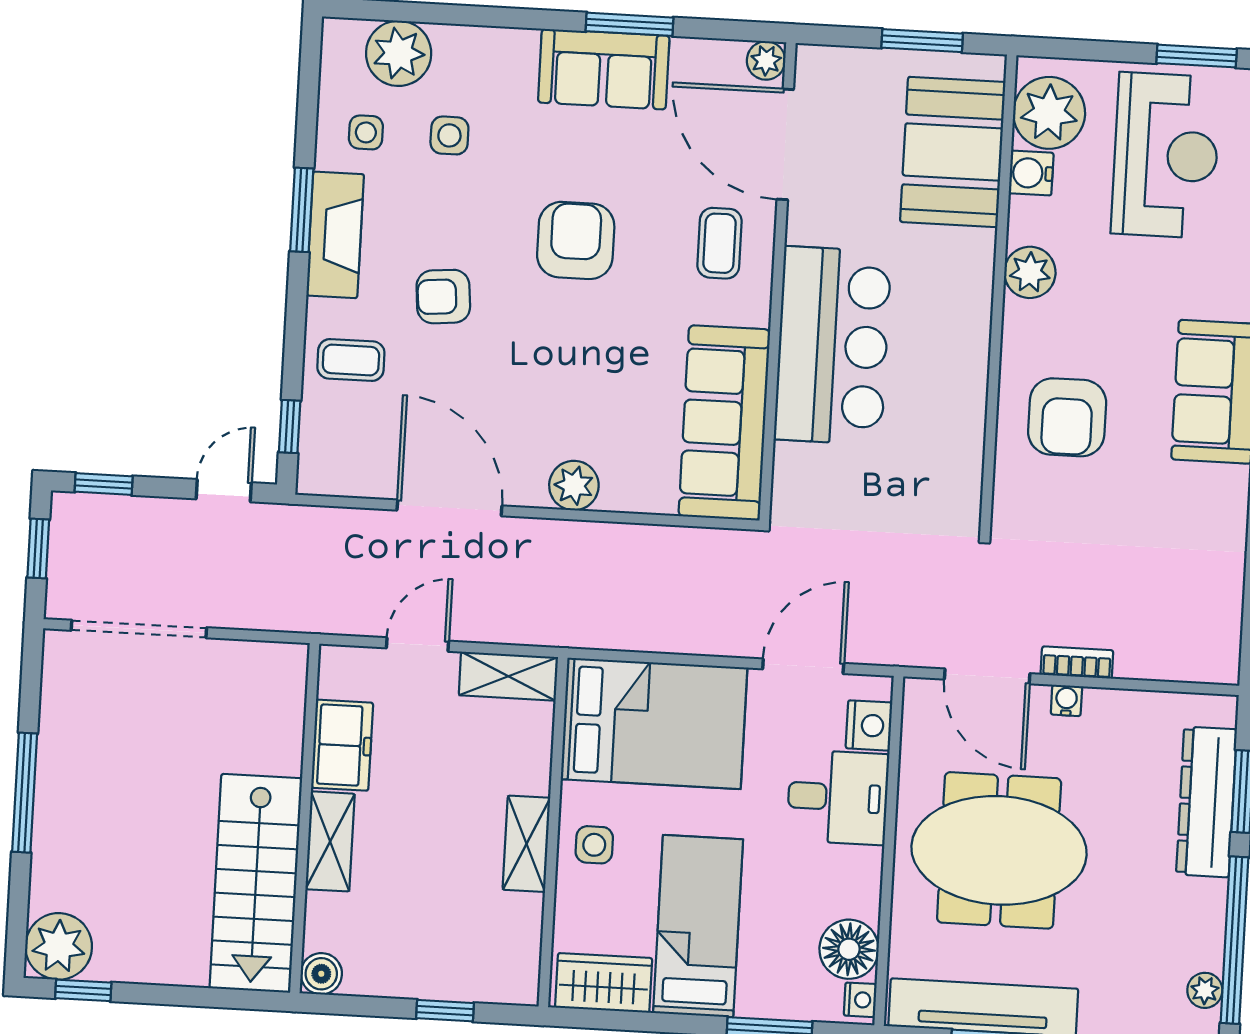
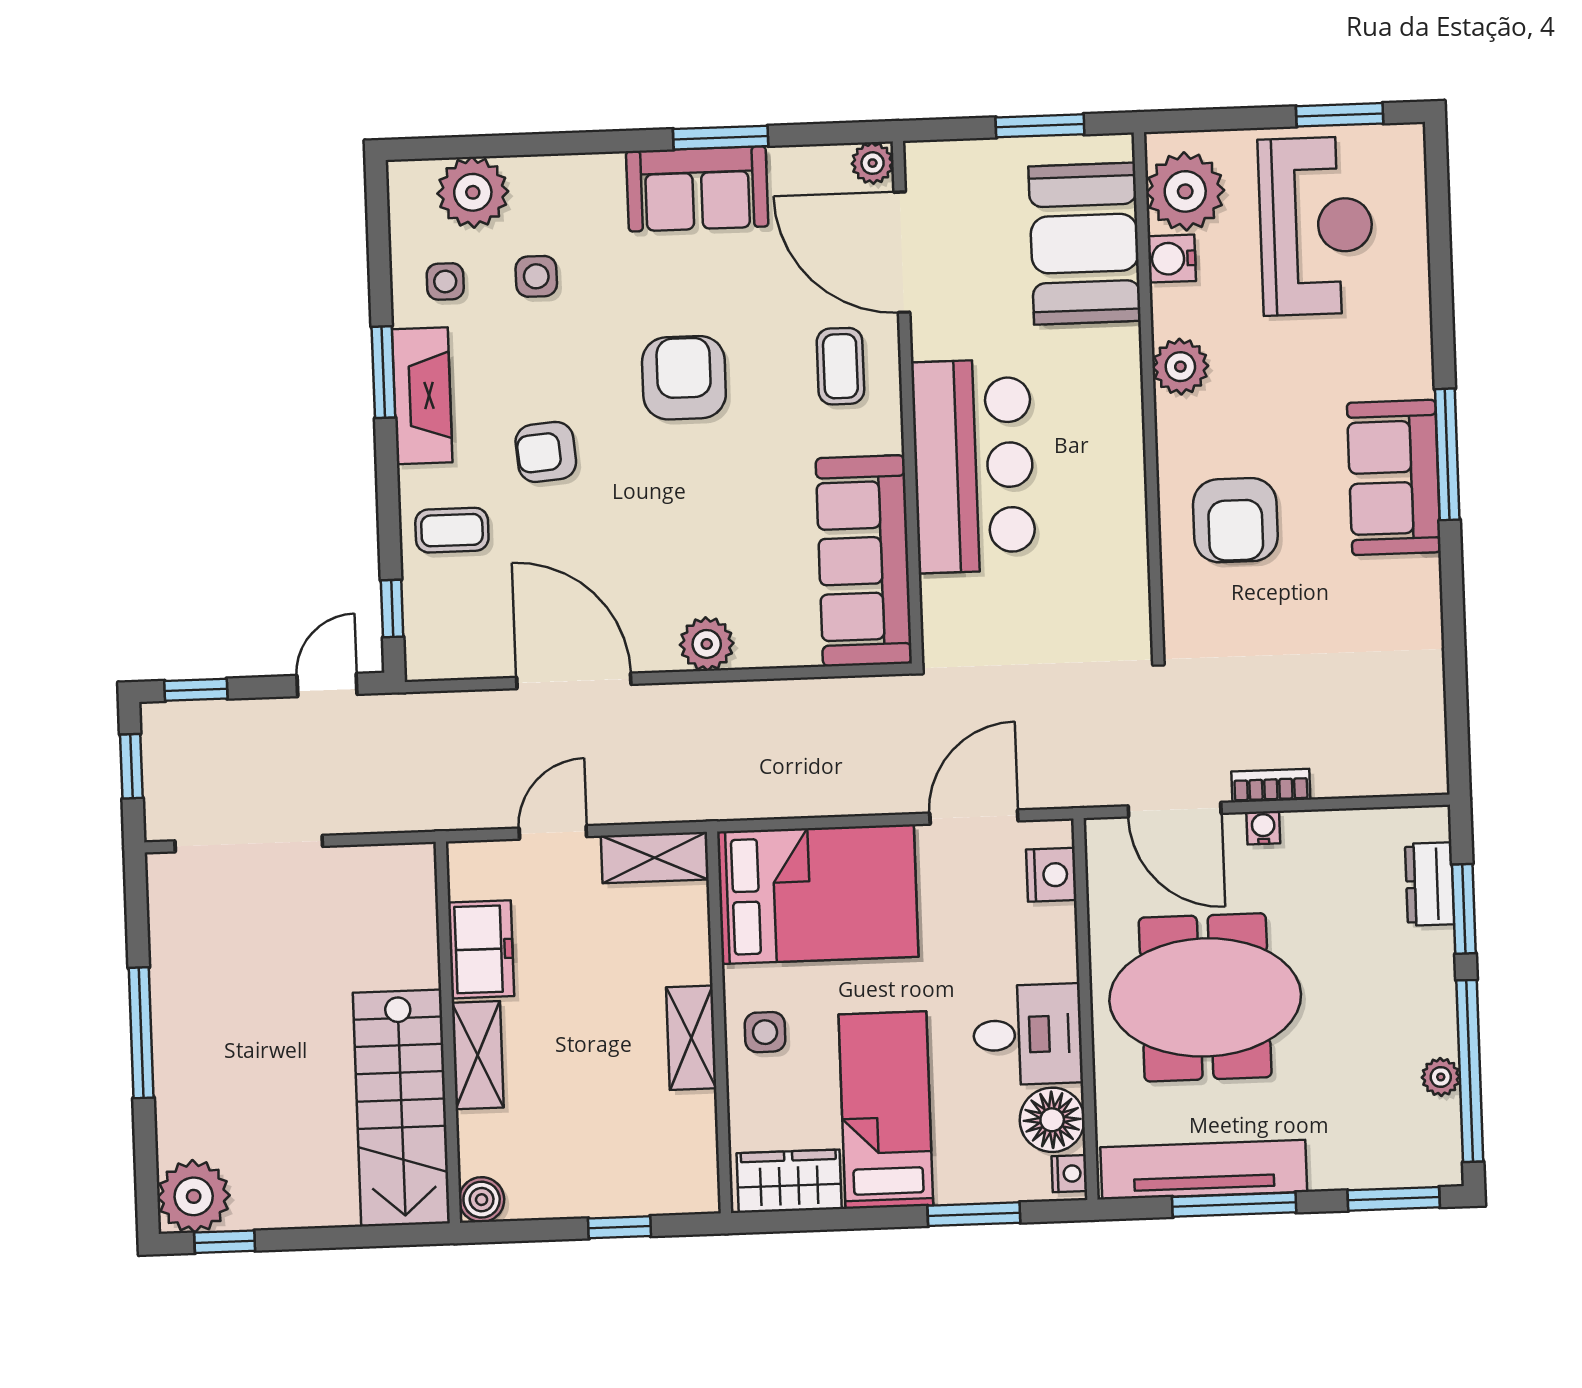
desk: (838, 797) -> (1028, 1035), moved
dresser: (1206, 802) -> (1430, 884), width x0.51, depth x0.80
plant: (1205, 990) -> (1441, 1077), moved

